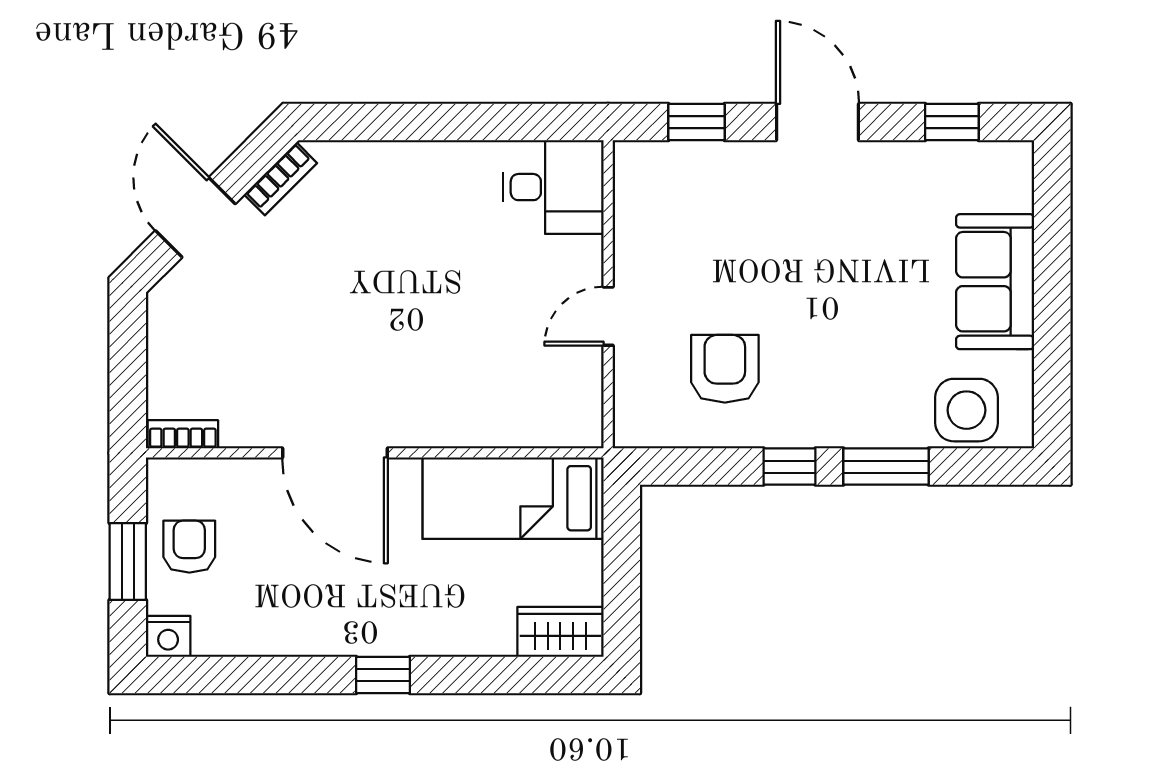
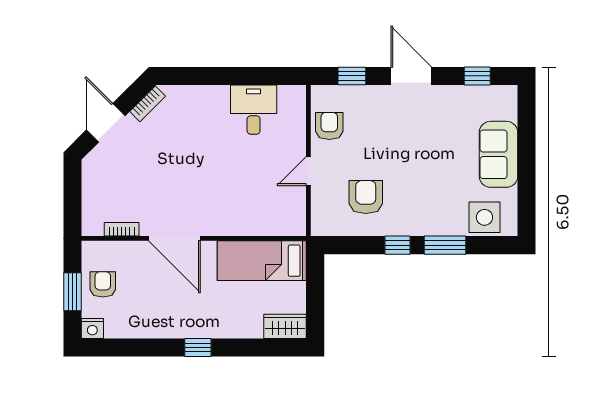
desk: (553, 187) -> (254, 110), moved, turned -90
armchair: (651, 224) -> (329, 126), added
bookcase: (183, 434) -> (122, 229), moved

